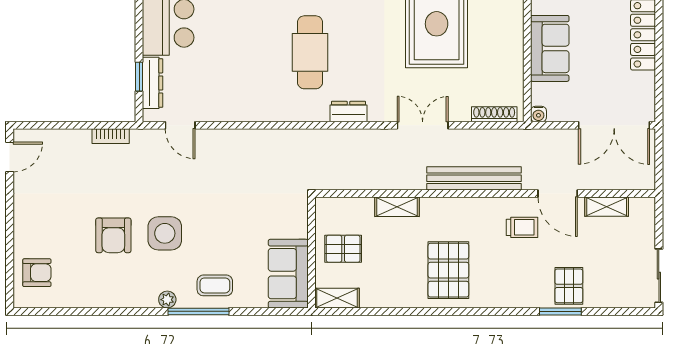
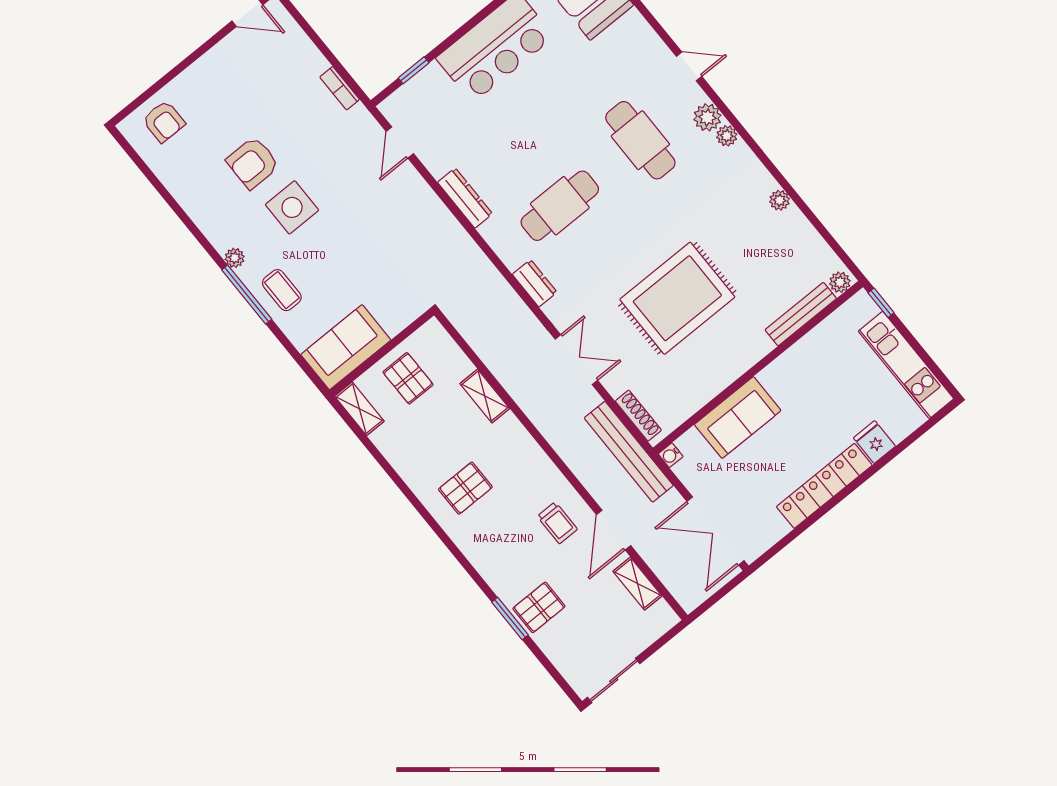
dresser: (153, 83) -> (465, 198), moved, turned -90
bench: (474, 178) -> (629, 452), moved
pallet: (448, 270) -> (465, 488), width x0.67, depth x0.71

